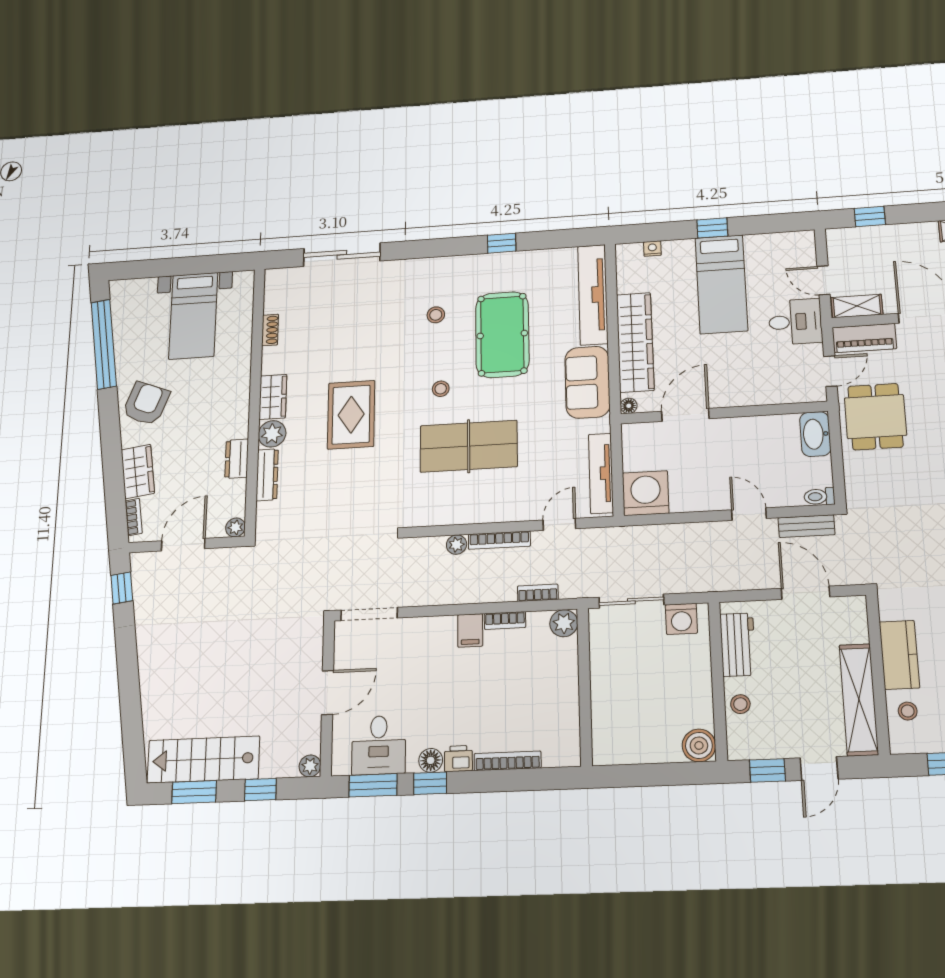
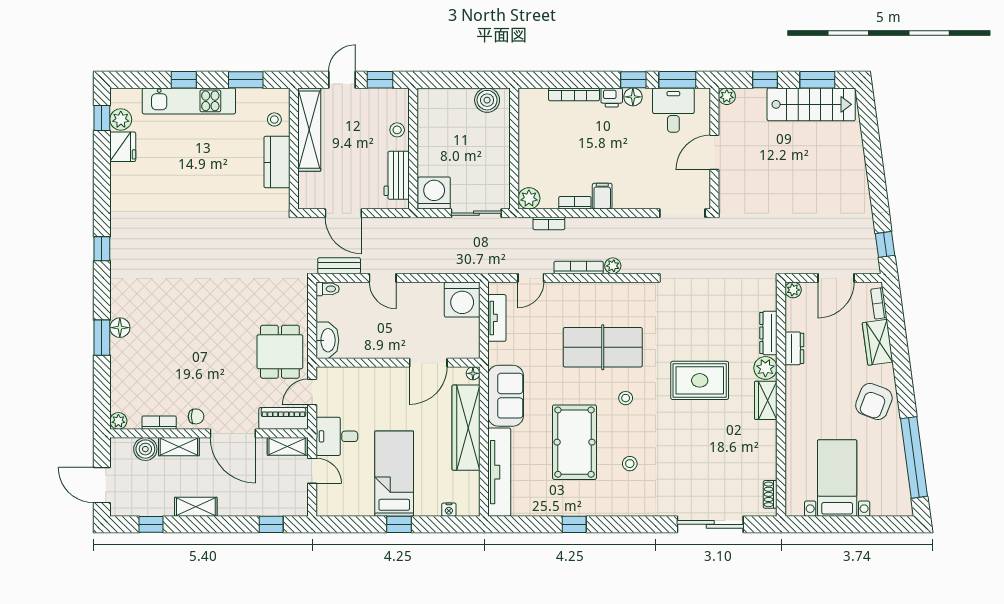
shoe rack: (270, 330) -> (770, 494), moved
rug: (351, 415) -> (700, 380), turned 90
tv unit: (601, 473) -> (497, 318), width x0.71
washing machine: (681, 619) -> (434, 193), width x1.37, depth x1.37
boiler: (699, 745) -> (487, 100), moved

